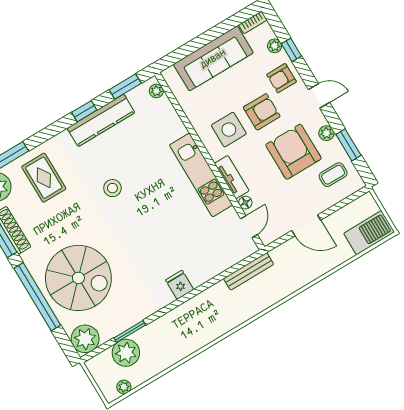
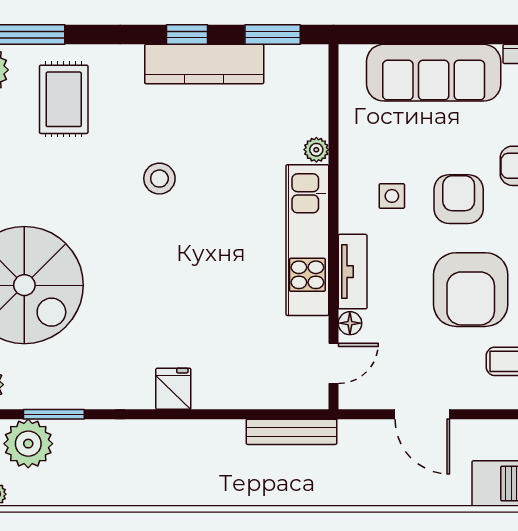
plant: (156, 91) -> (316, 150), moved
armchair: (262, 112) -> (459, 199), turned -90
side table: (229, 130) -> (392, 196), width x0.54, depth x0.54
armchair: (293, 152) -> (471, 290), turned 180

